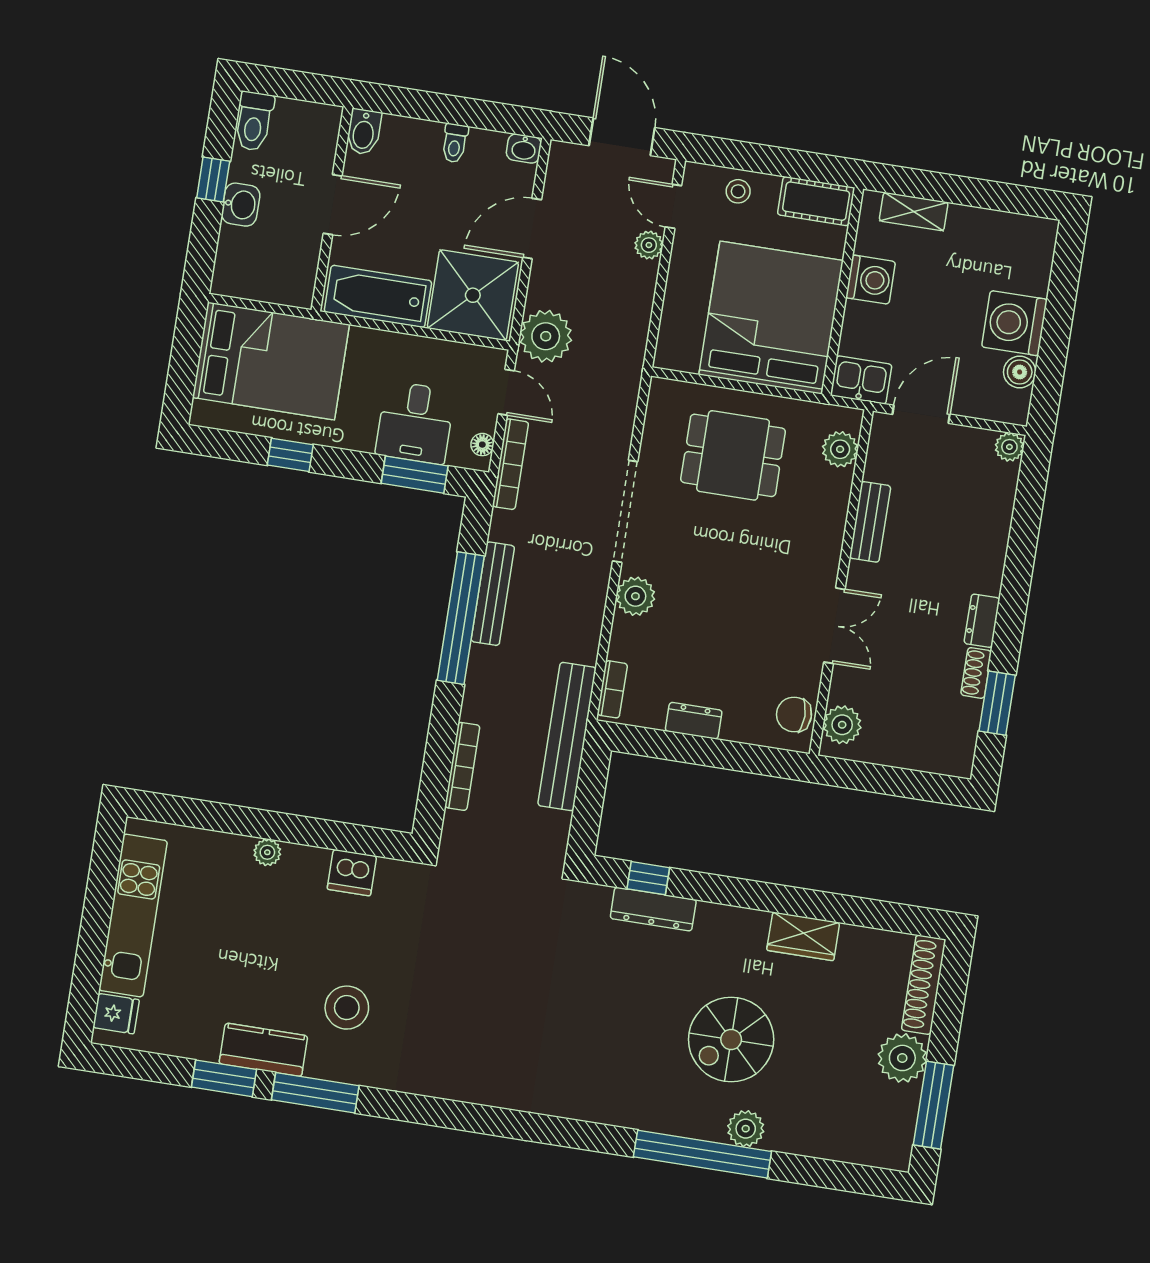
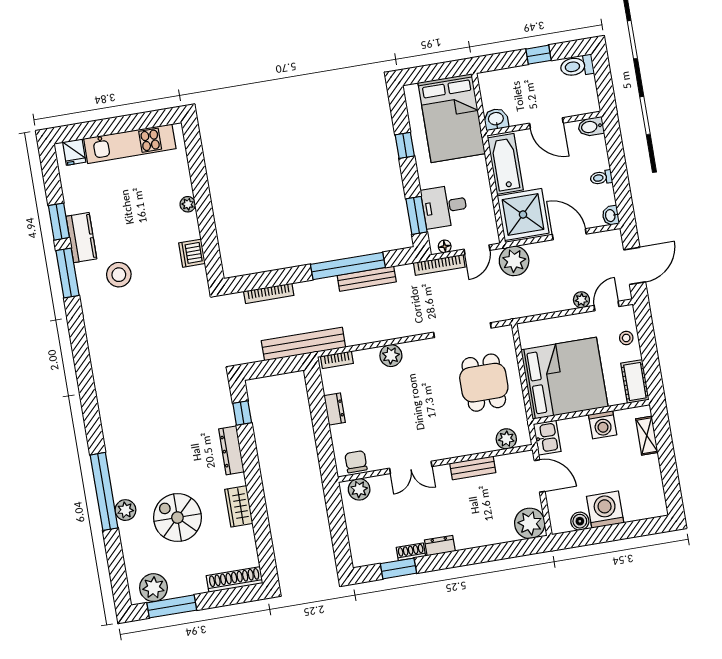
washbasin: (241, 205) -> (496, 119), moved, turned 180
plant: (1009, 447) -> (530, 523), width x1.88, depth x1.88
doorway: (625, 511) -> (462, 330), moved
dresser: (653, 909) -> (231, 450), moved
spiral stairs: (731, 1039) -> (177, 518), moved
plant: (902, 1058) -> (153, 588), moved

